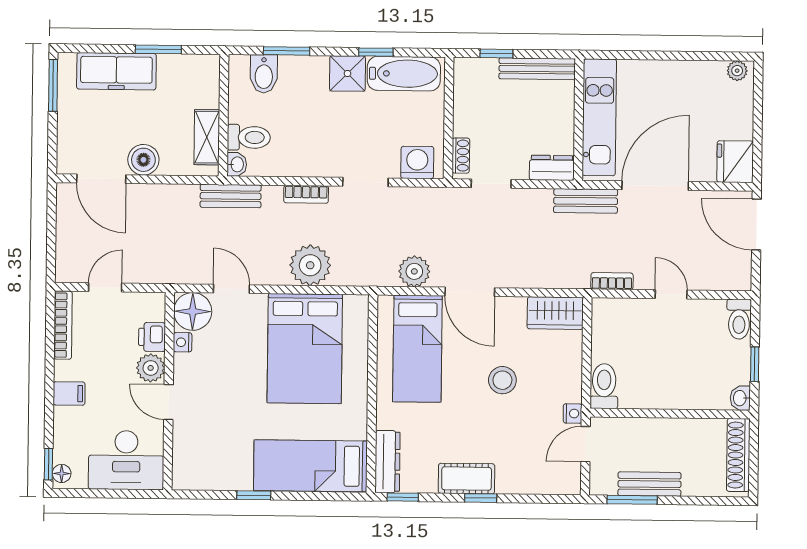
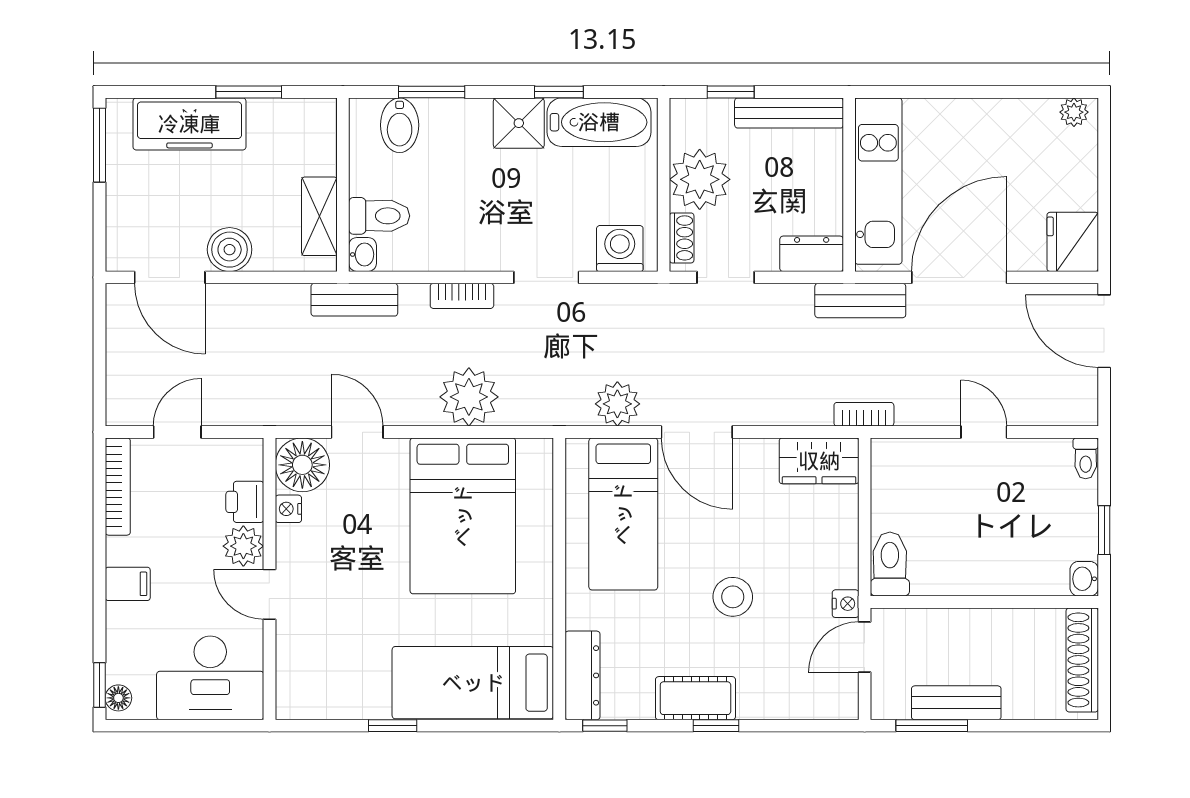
plant: (474, 115) -> (700, 179), added
bookcase: (612, 281) -> (864, 414), moved
toilet: (739, 319) -> (1086, 458), width x0.73, depth x0.72
stool: (502, 380) -> (733, 597), moved

